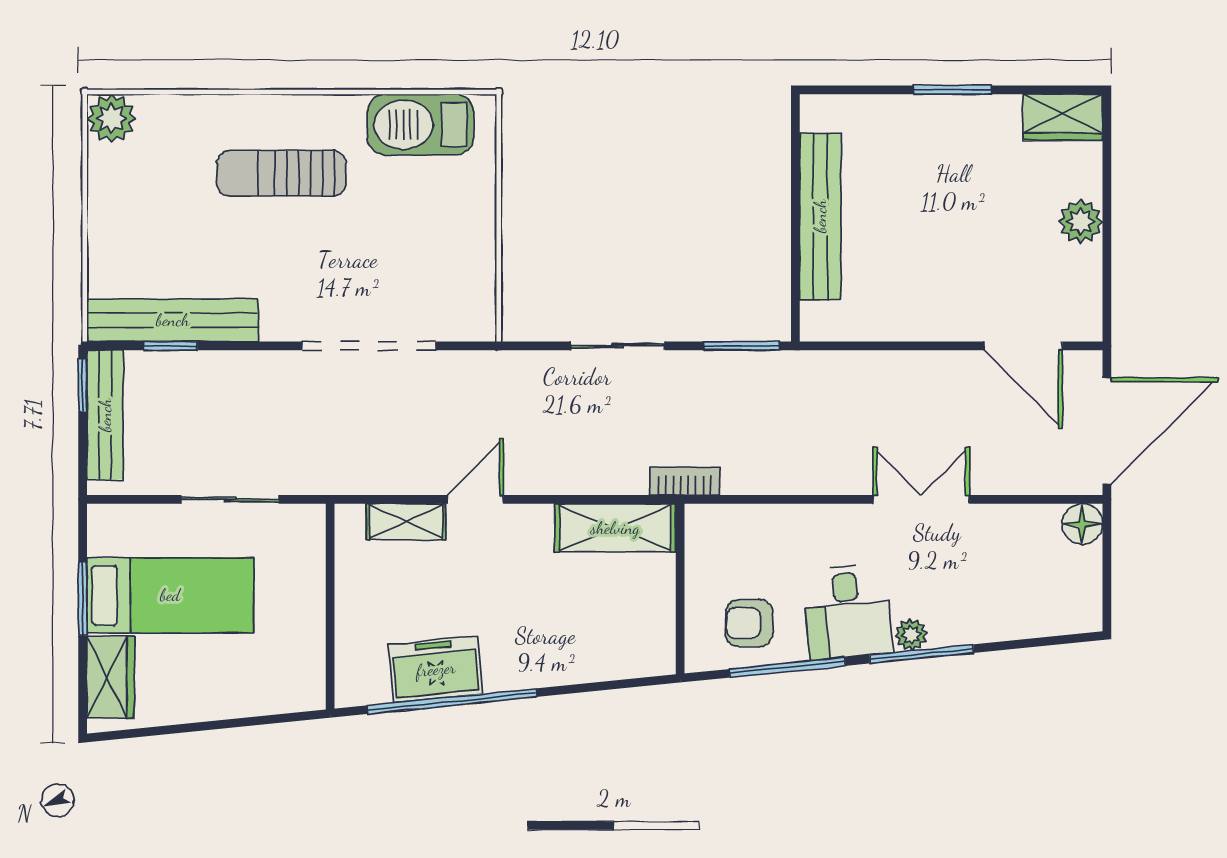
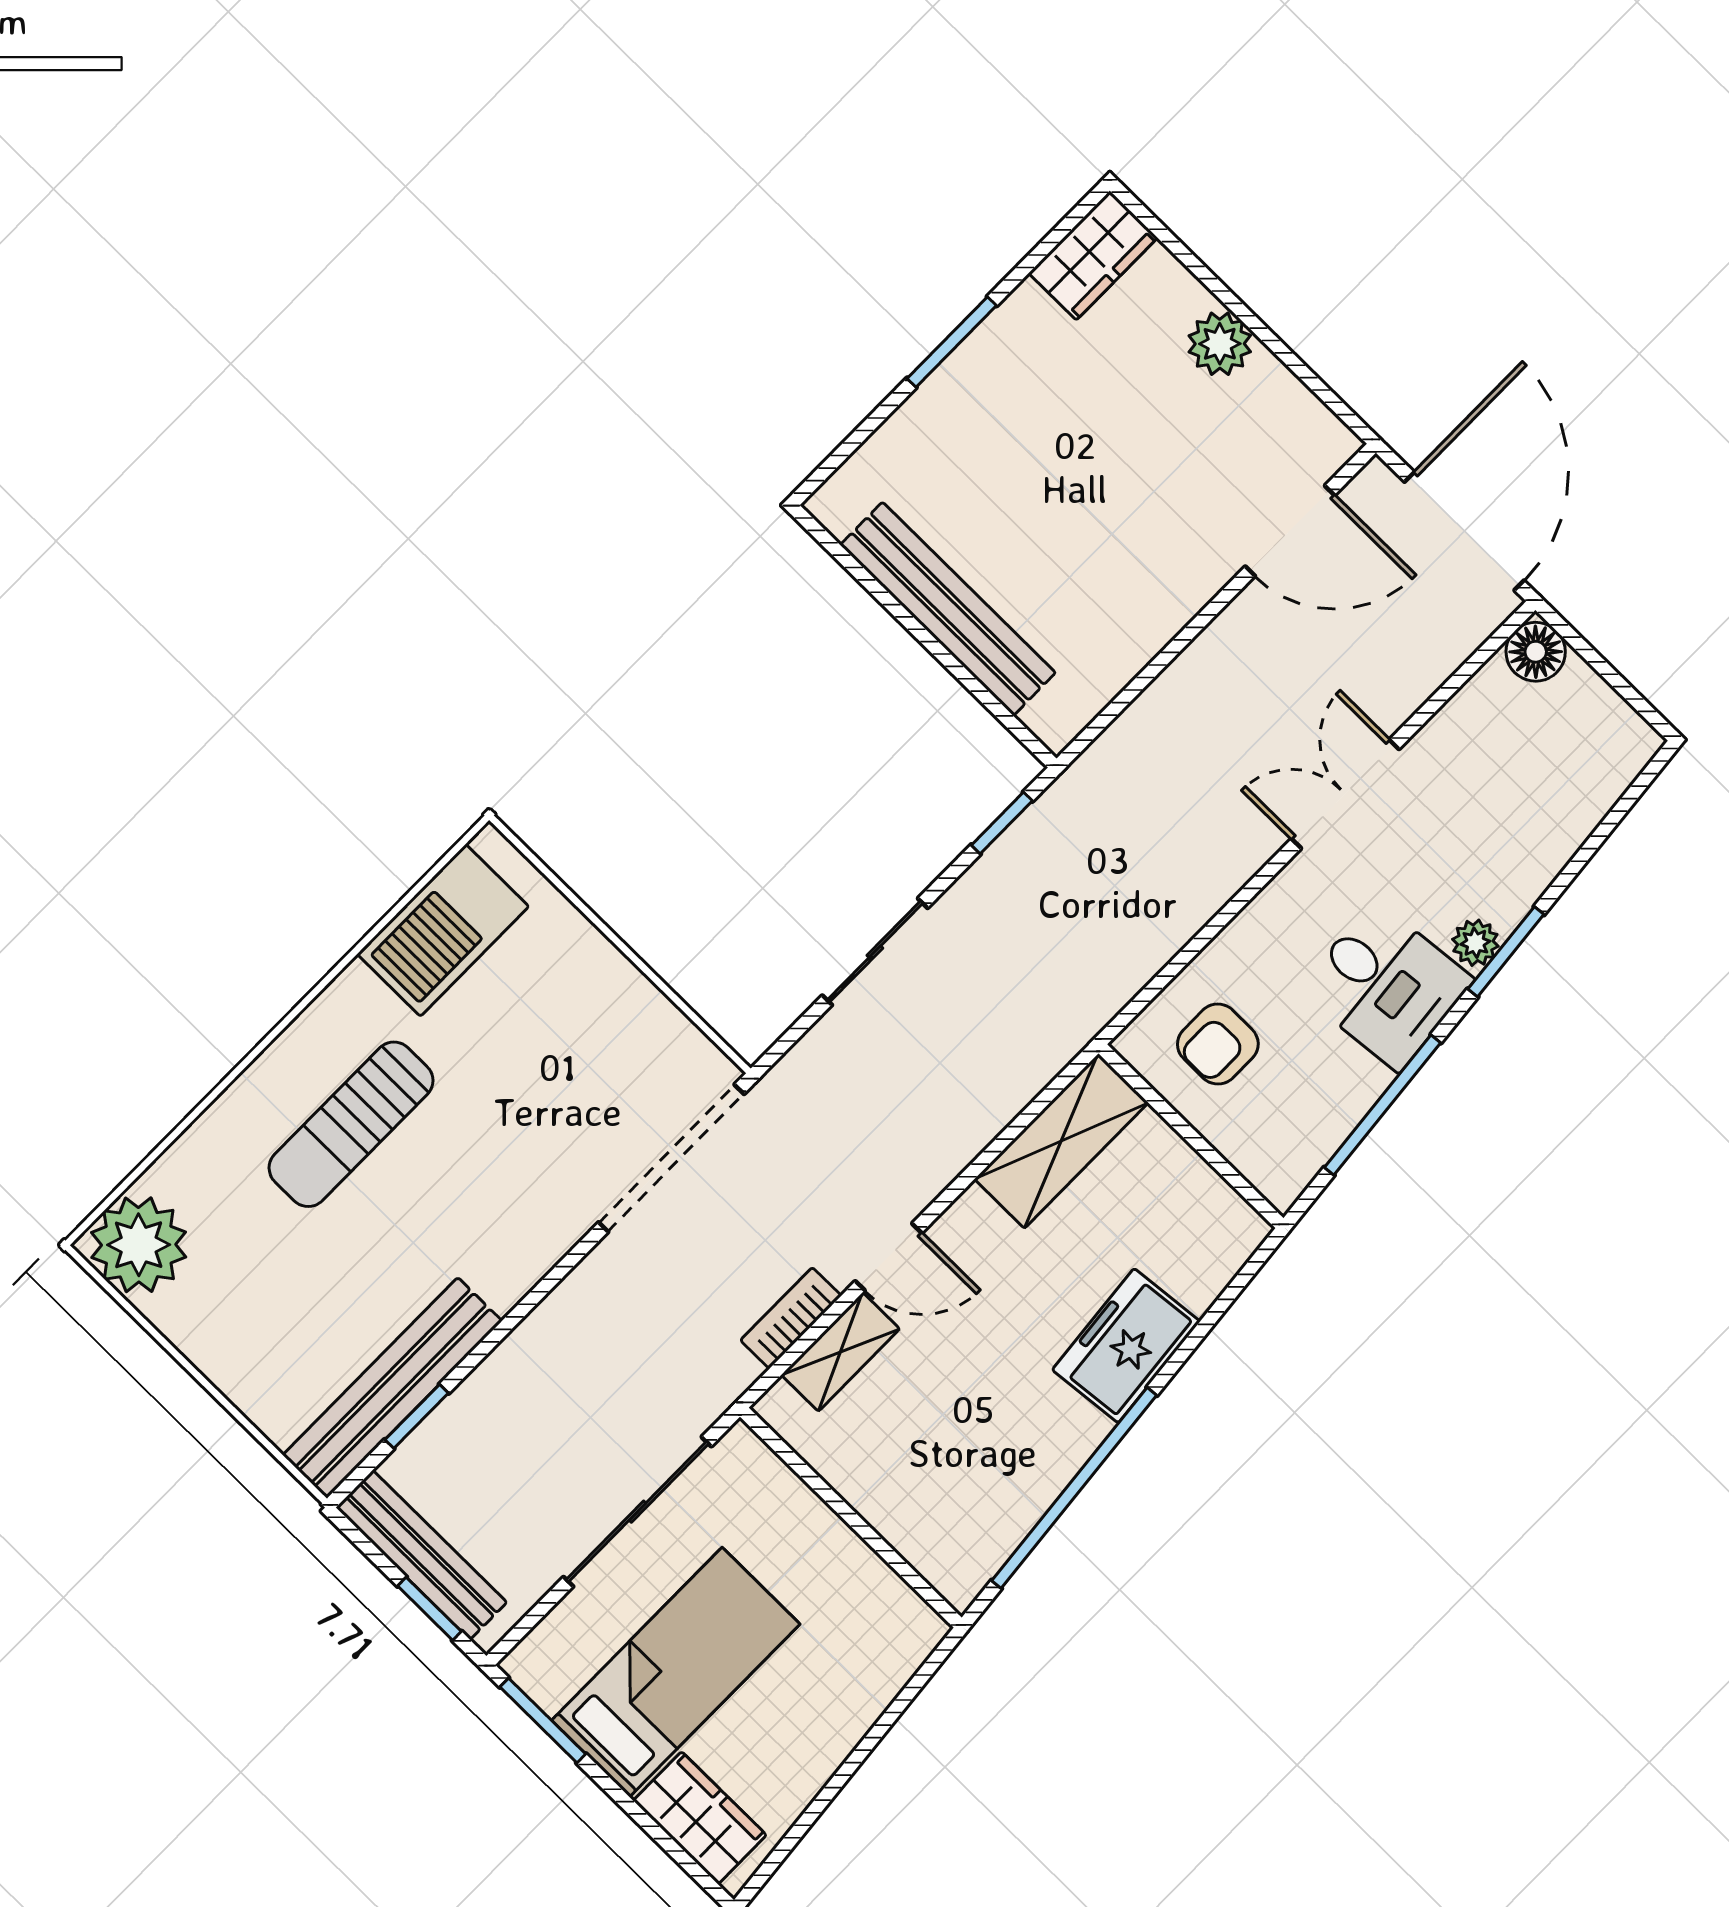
plant: (111, 119) -> (139, 1245), width x1.36, depth x1.36
doorway: (369, 346) -> (671, 1158), moved
window: (742, 346) -> (1002, 823), width x0.67
window: (83, 385) -> (429, 1609), moved
bookcase: (685, 481) -> (791, 1318), moved
sliding door: (230, 499) -> (637, 1512), width x1.37
door: (475, 499) -> (889, 1257), swing flipped
window: (83, 598) -> (543, 1720), moved
armchair: (749, 623) -> (1218, 1044), moved
window: (922, 654) -> (1506, 952), width x0.69
freezer: (436, 669) -> (1126, 1346), moved

